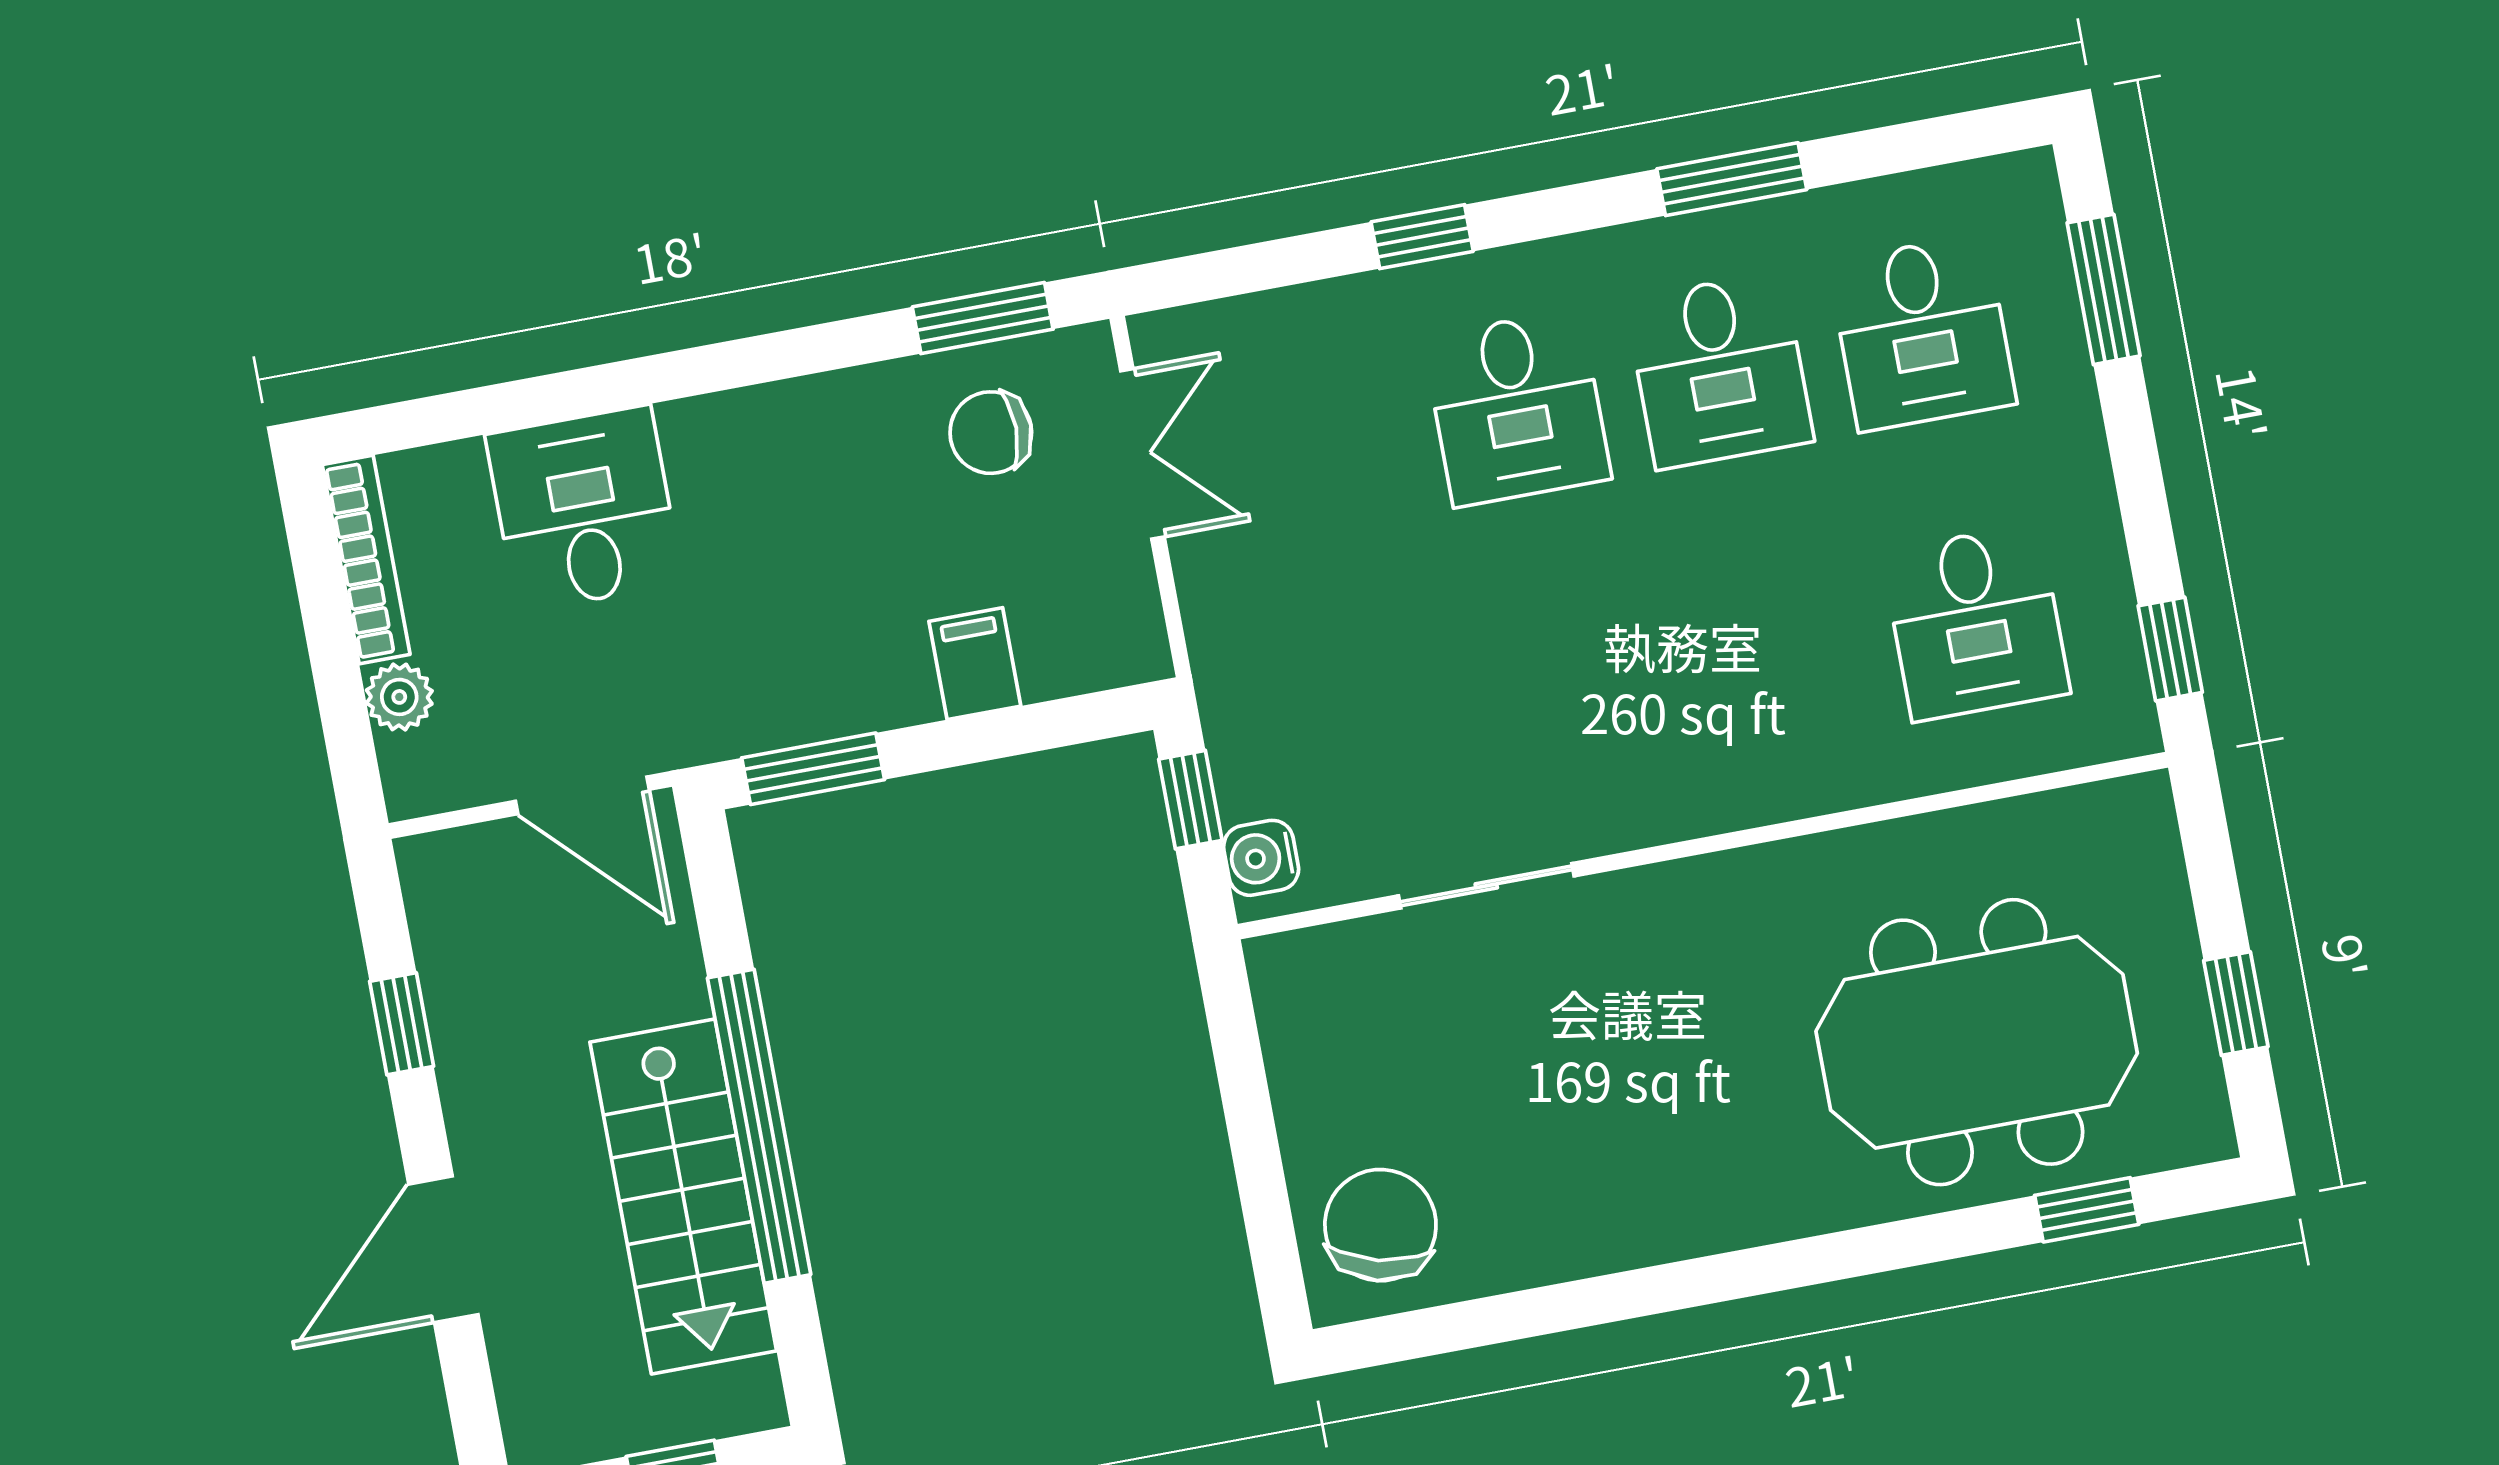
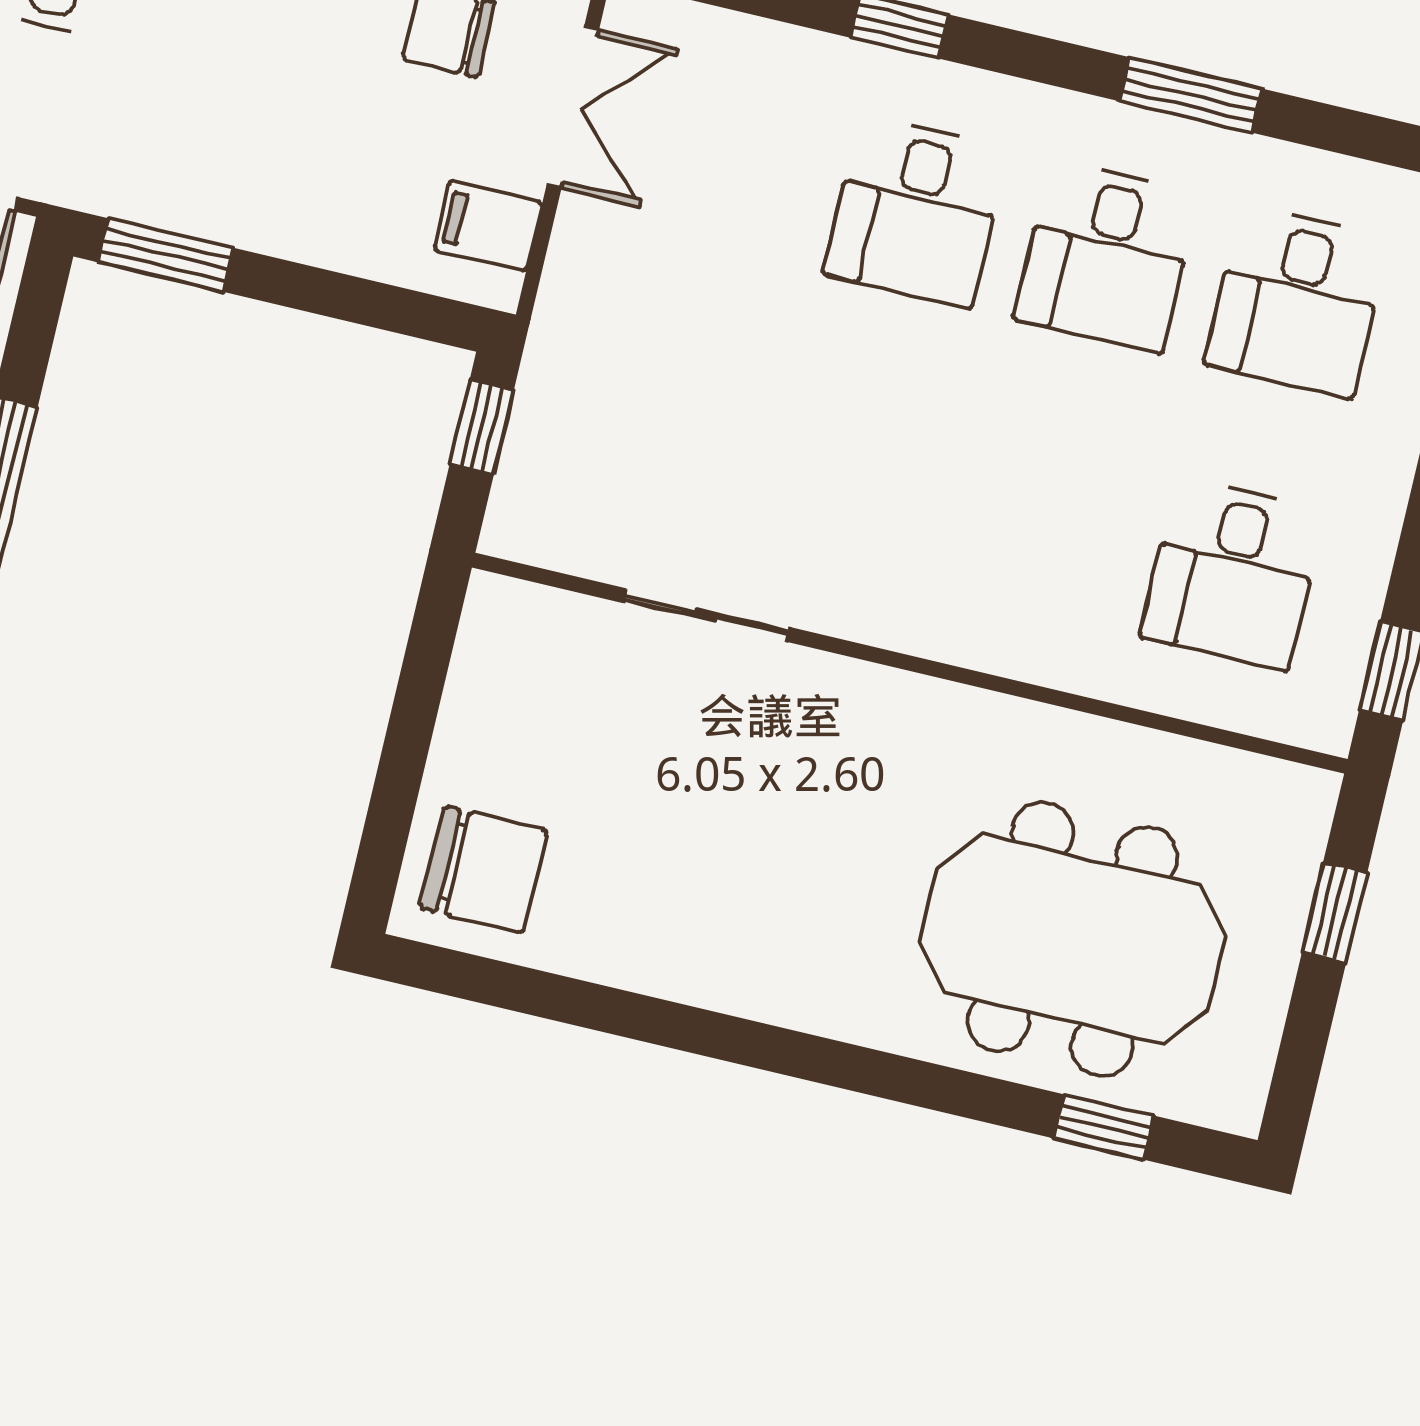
filing cabinet: (975, 664) -> (488, 226), moved, turned -90
water cooler: (1261, 858) -> (521, 504), removed
window: (2236, 1004) -> (1335, 912), moved
chair: (1380, 1225) -> (484, 869), turned 76

